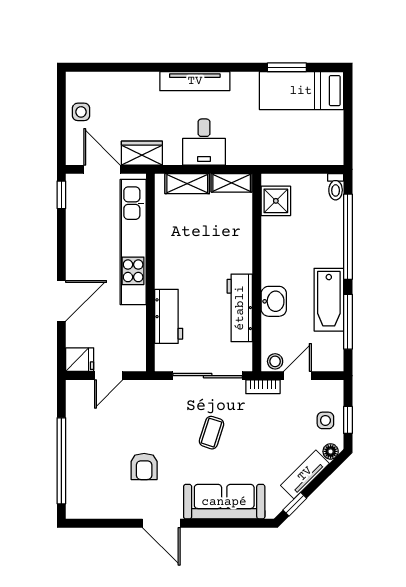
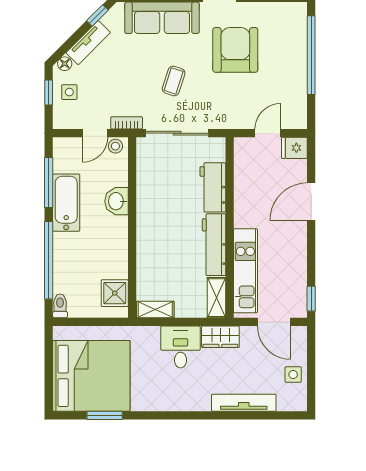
tv unit: (195, 81) -> (244, 403), moved
bed: (301, 91) -> (91, 376), width x2.04
wardrobe: (142, 153) -> (220, 337), moved
shelving: (187, 184) -> (216, 298), moved, turned 90
kitchen unit: (133, 242) -> (245, 271), width x0.73
workbench: (240, 308) -> (214, 245), moved, turned 180
armchair: (144, 467) -> (235, 50), width x1.88, depth x1.88

